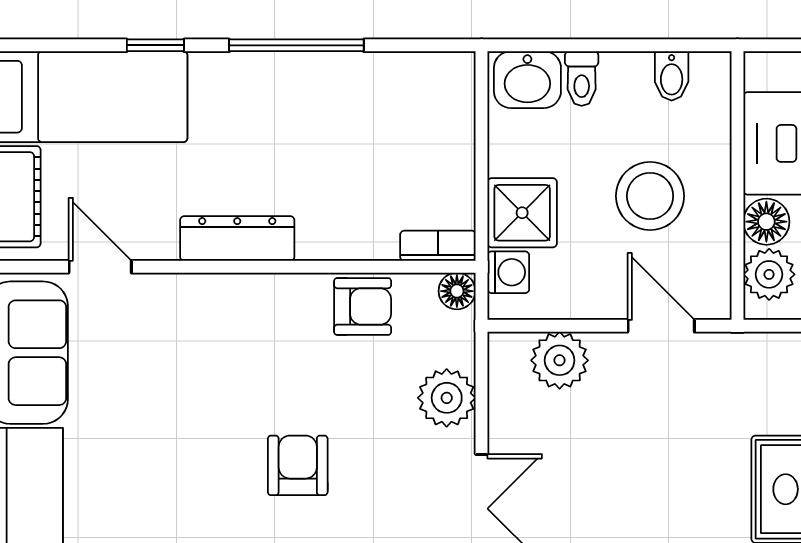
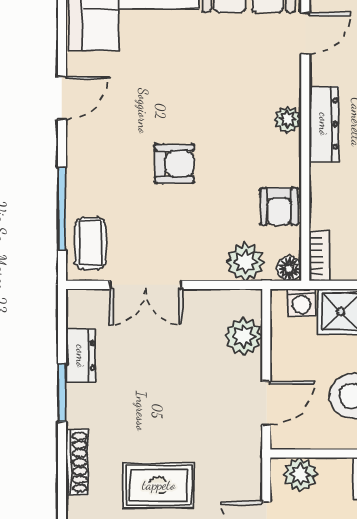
floor lamp: (766, 222) -> (335, 473), removed
plant: (230, 293) -> (288, 119), added
plant: (447, 398) -> (245, 262), moved

